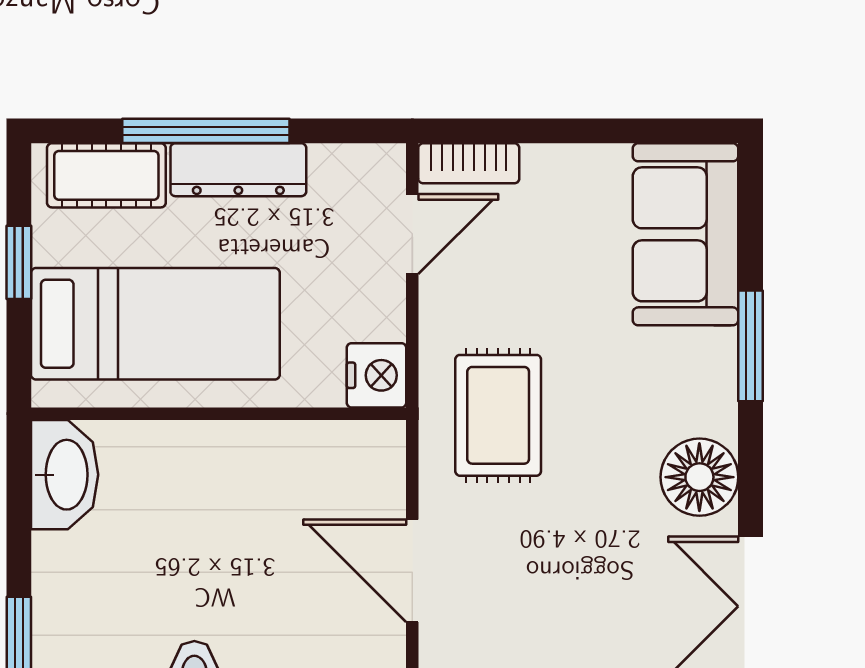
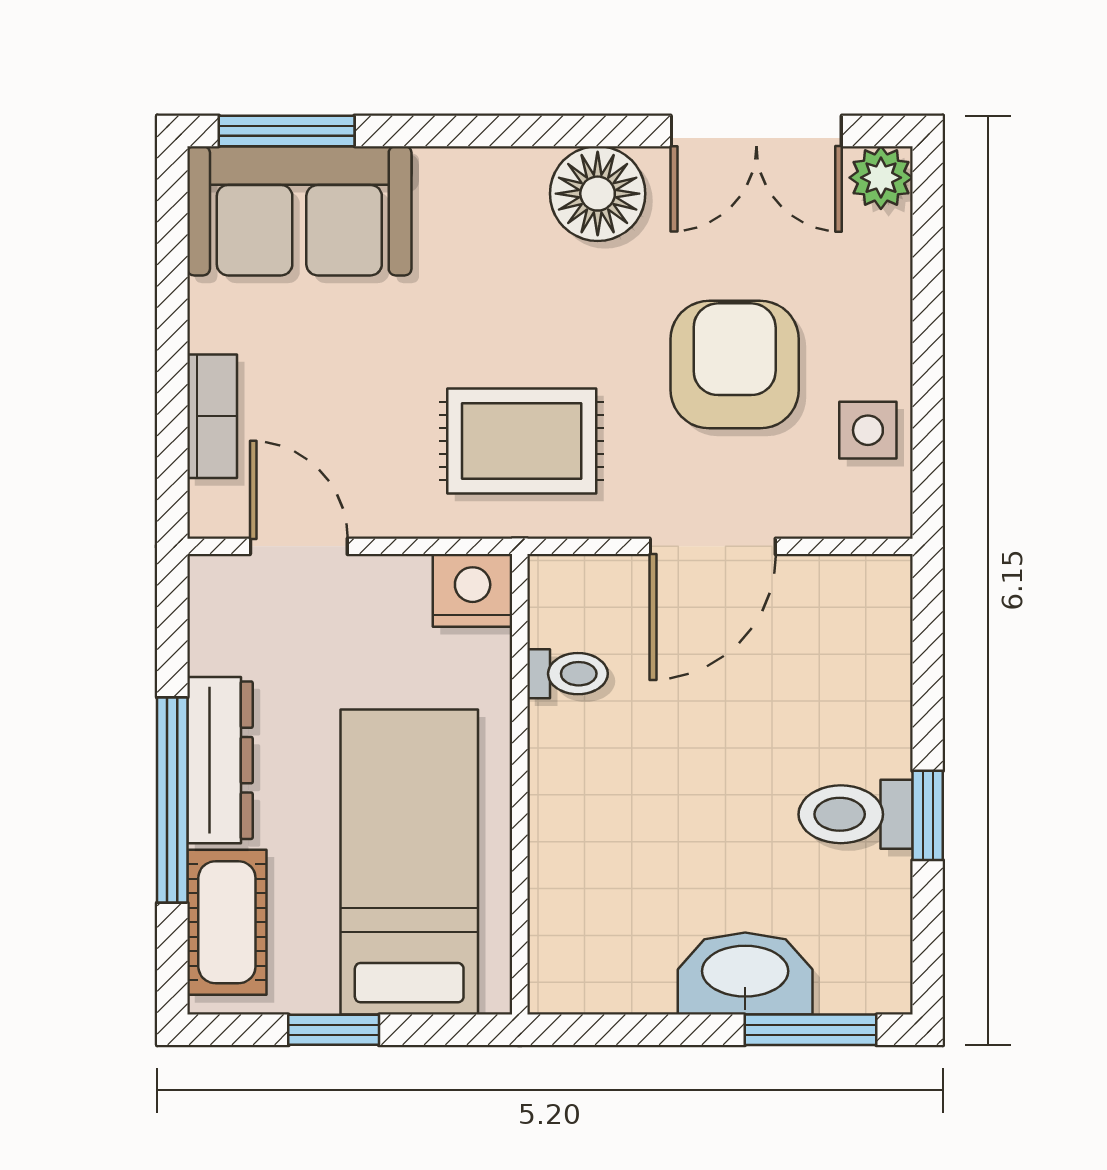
bookcase: (469, 163) -> (212, 416), moved
window: (750, 346) -> (287, 131), moved
toilet: (309, 453) -> (567, 674), added
washbasin: (65, 475) -> (745, 974), moved
armchair: (560, 589) -> (735, 365), added

